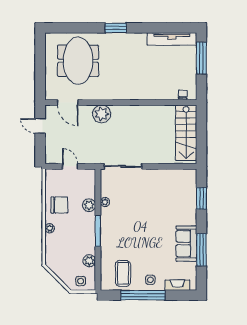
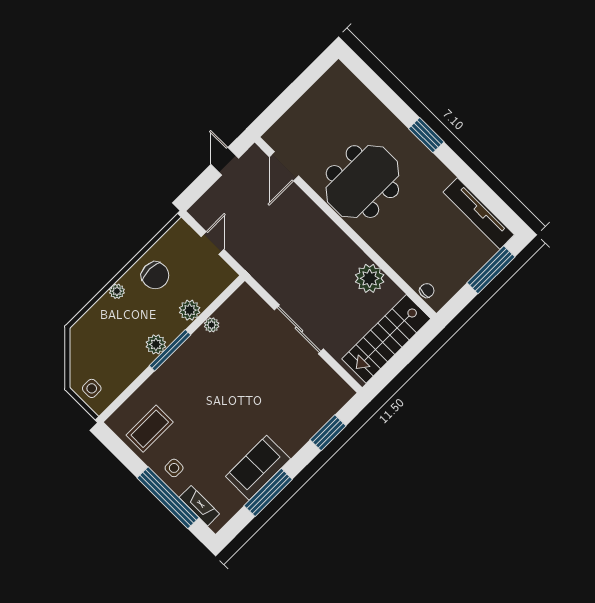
meeting table: (78, 61) -> (362, 182), moved
plant: (102, 114) -> (370, 278), moved
sliding door: (123, 166) -> (299, 329), moved
plant: (89, 261) -> (156, 344), moved
window: (143, 295) -> (168, 498), moved

